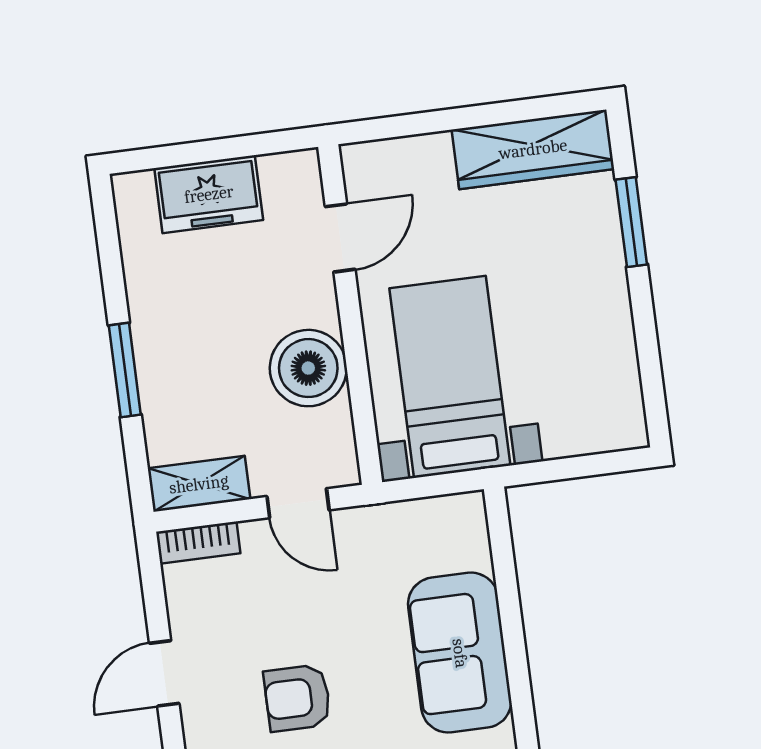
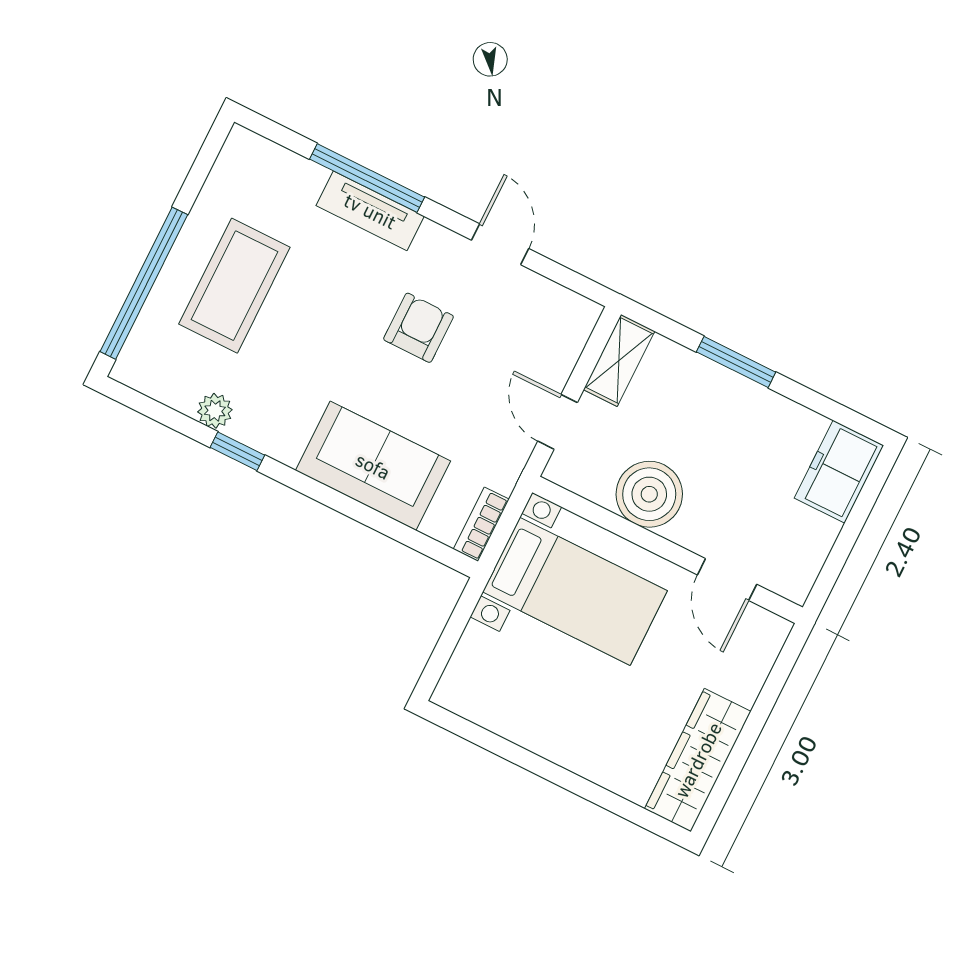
freezer: (209, 194) -> (839, 472), moved
window: (631, 222) -> (598, 795), removed
door: (298, 503) -> (558, 422), hinge flipped
bookcase: (198, 543) -> (481, 524), moved

